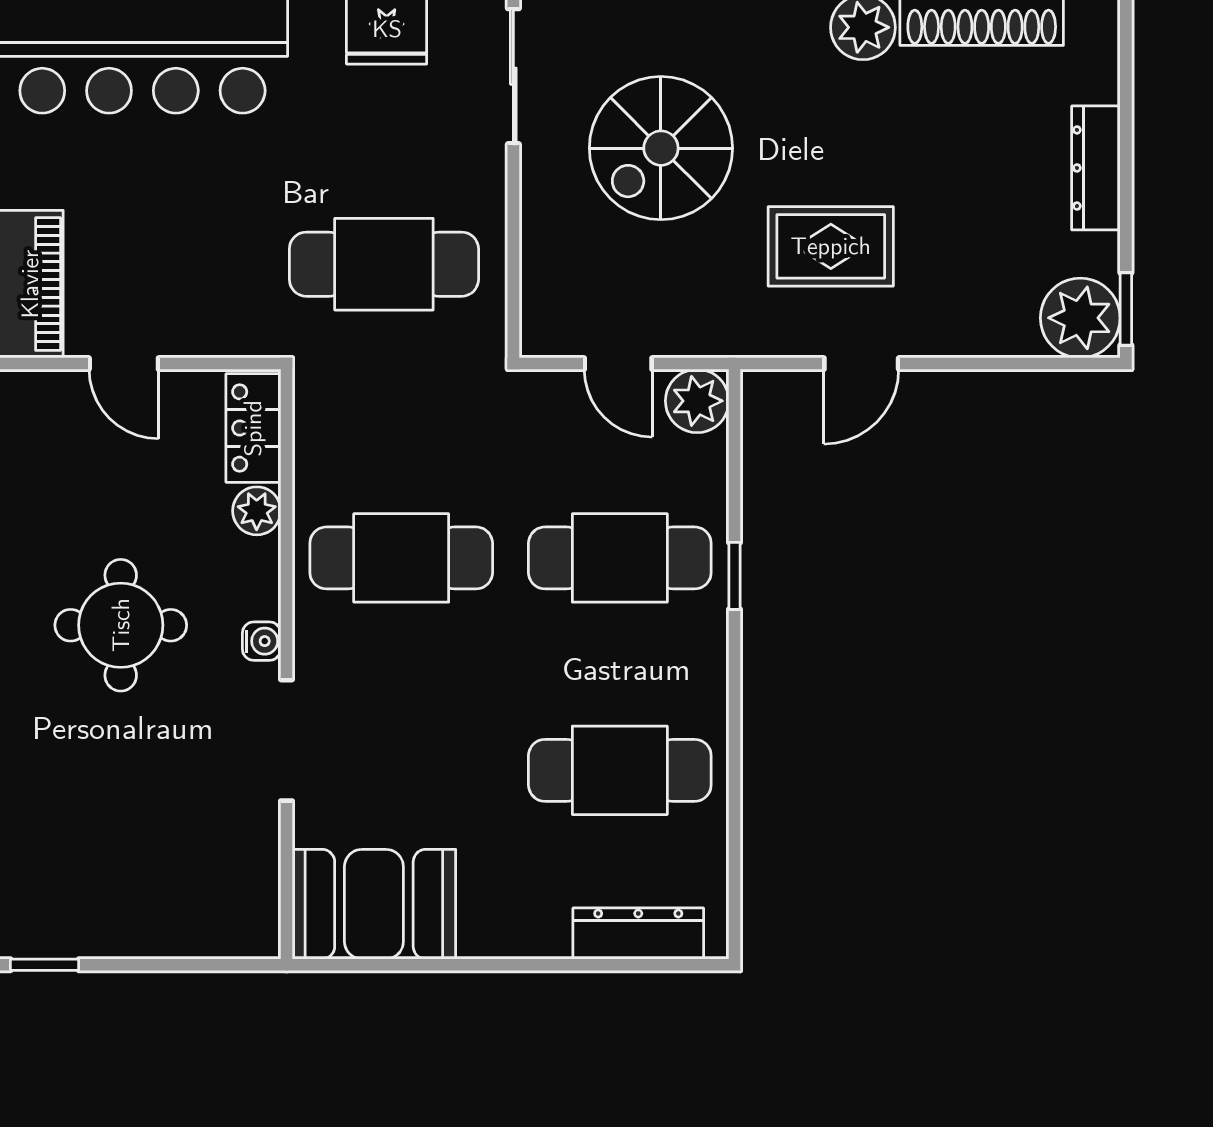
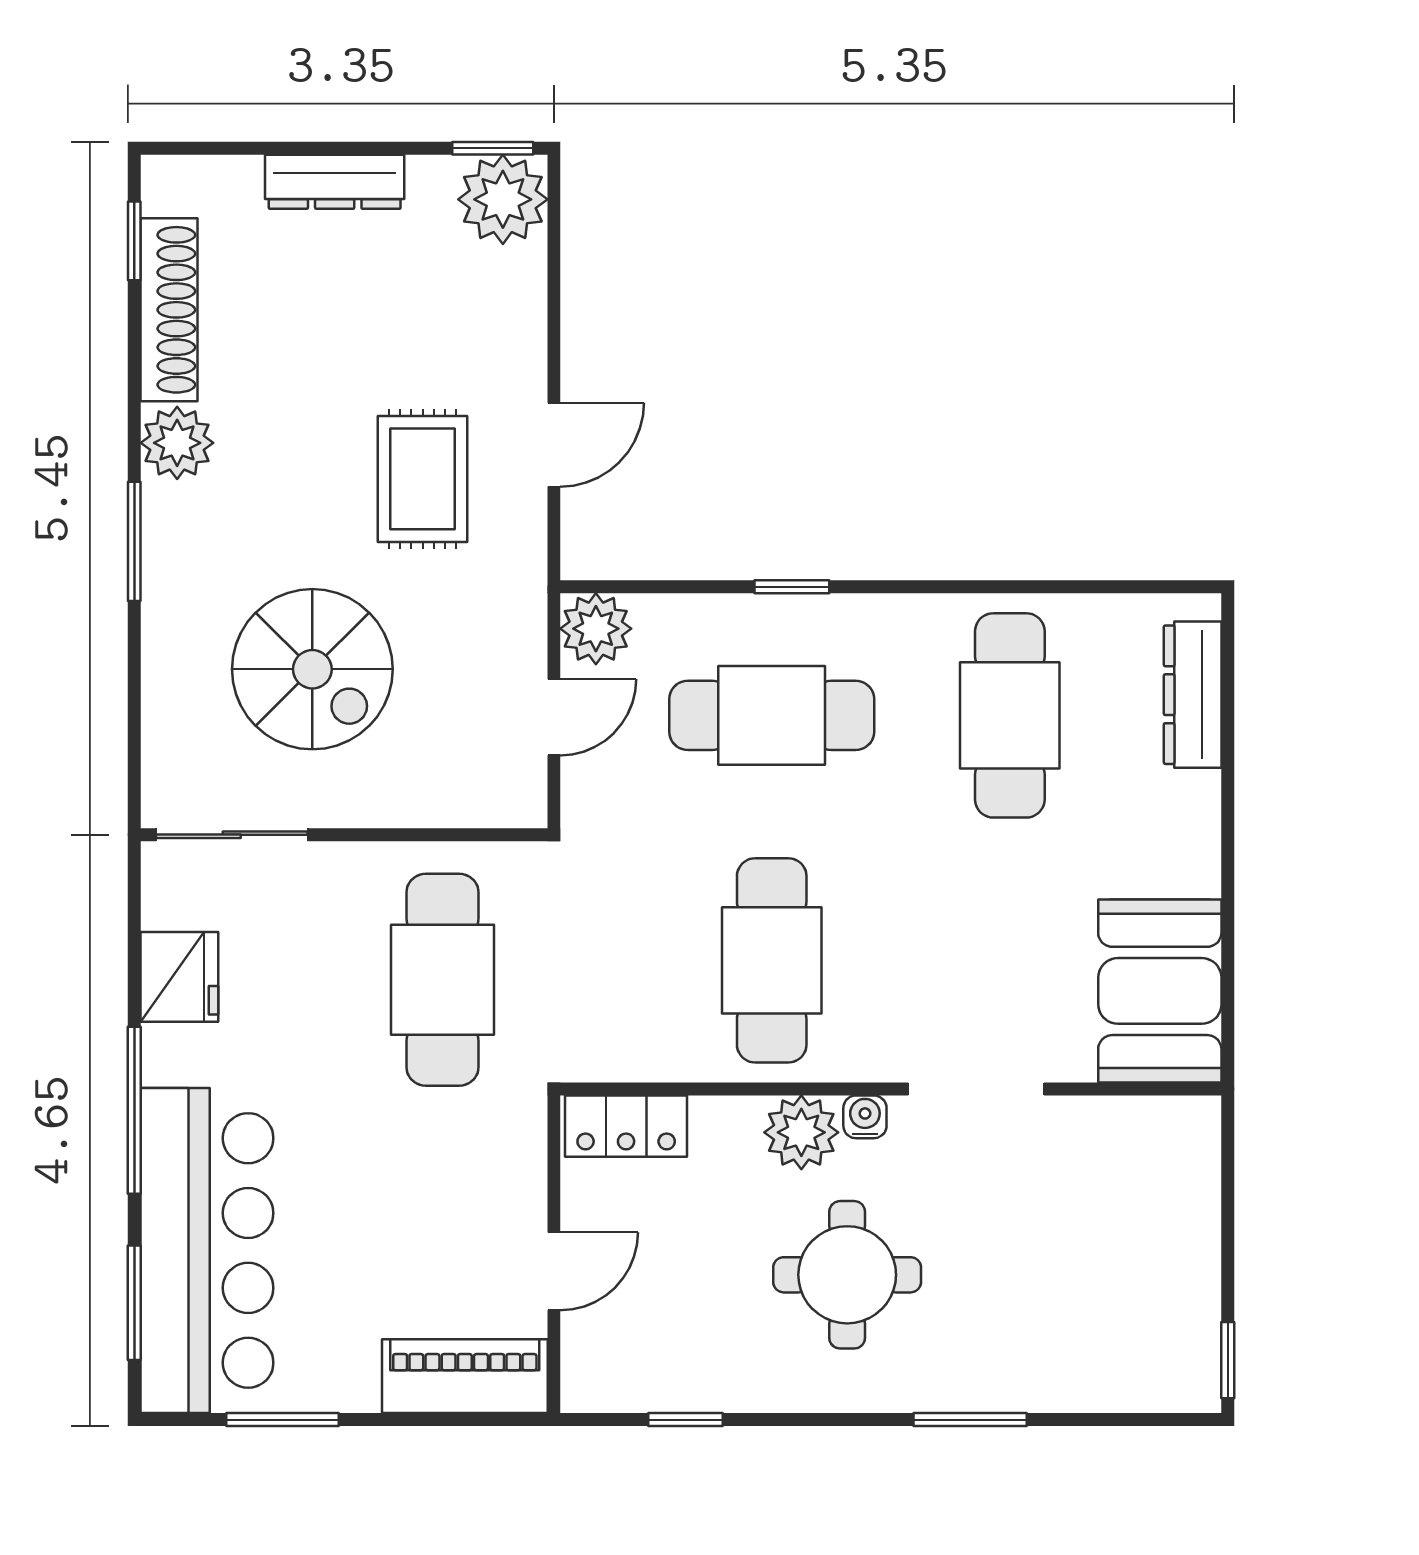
door: (861, 364) -> (554, 445), hinge flipped
plant: (257, 511) -> (801, 1132), moved, width x1.38, depth x1.38
cafe table: (620, 558) -> (772, 715), turned 90

